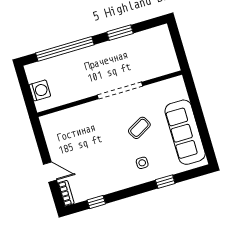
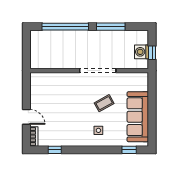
window: (120, 33) -> (111, 27), width x1.44
window: (179, 50) -> (152, 53), added
washing machine: (40, 90) -> (142, 52), moved, turned 180
window: (165, 182) -> (129, 150), moved

